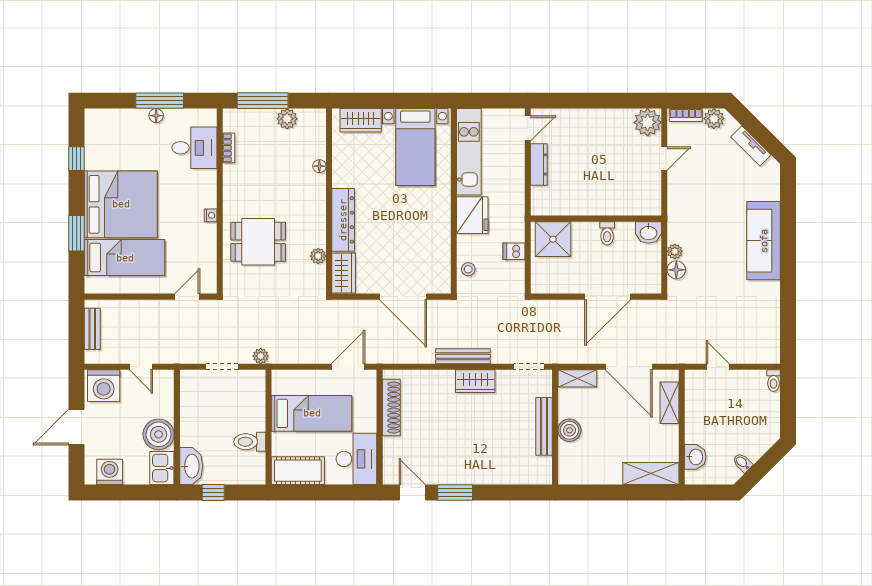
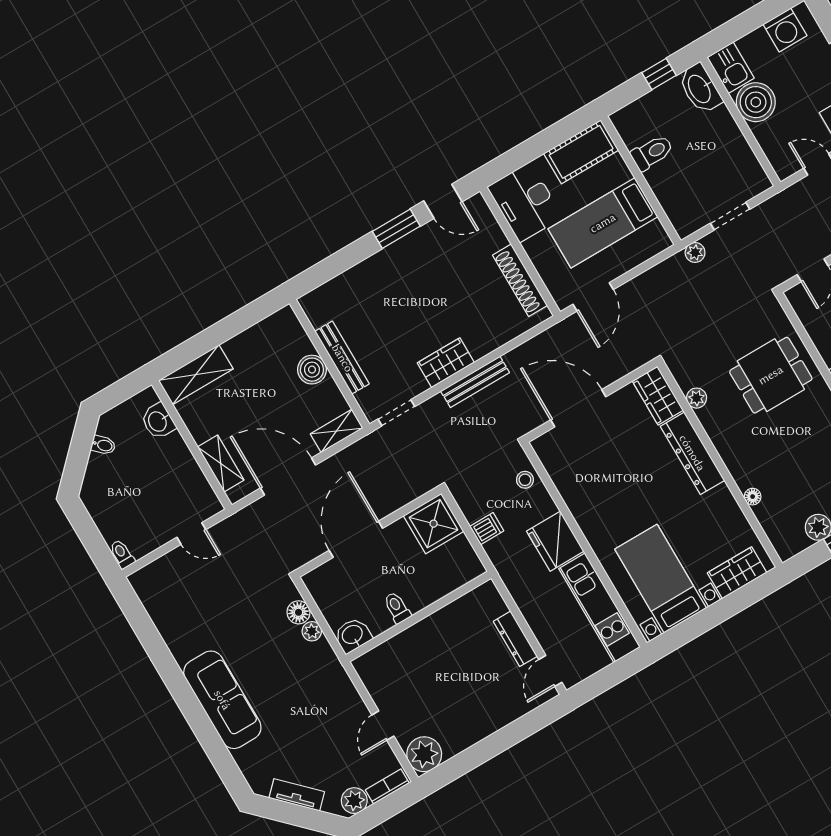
shower: (553, 239) -> (434, 524), moved

